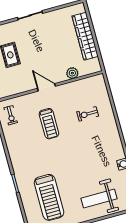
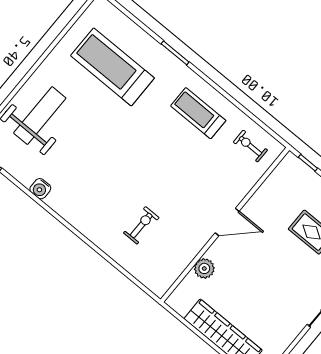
treadmill: (49, 124) -> (198, 113), moved

